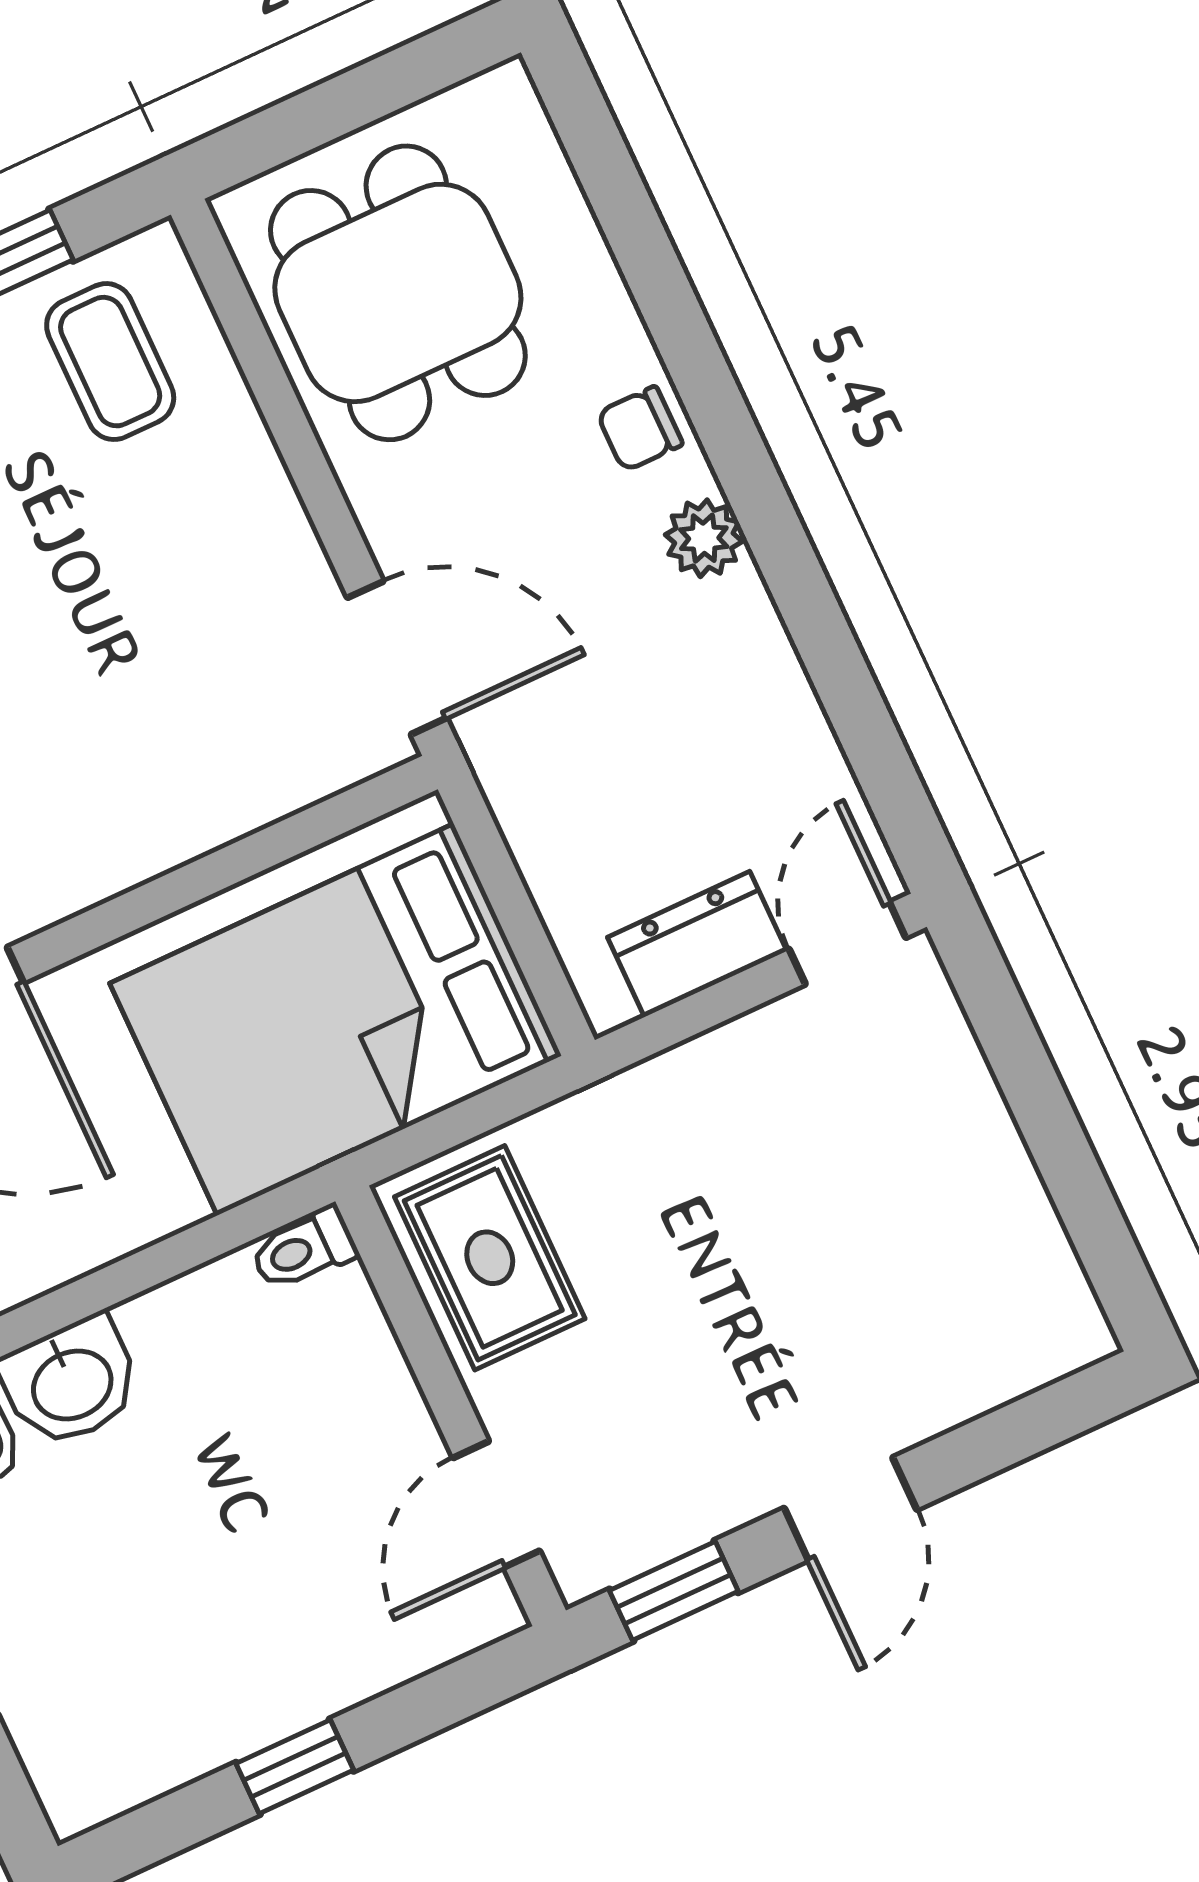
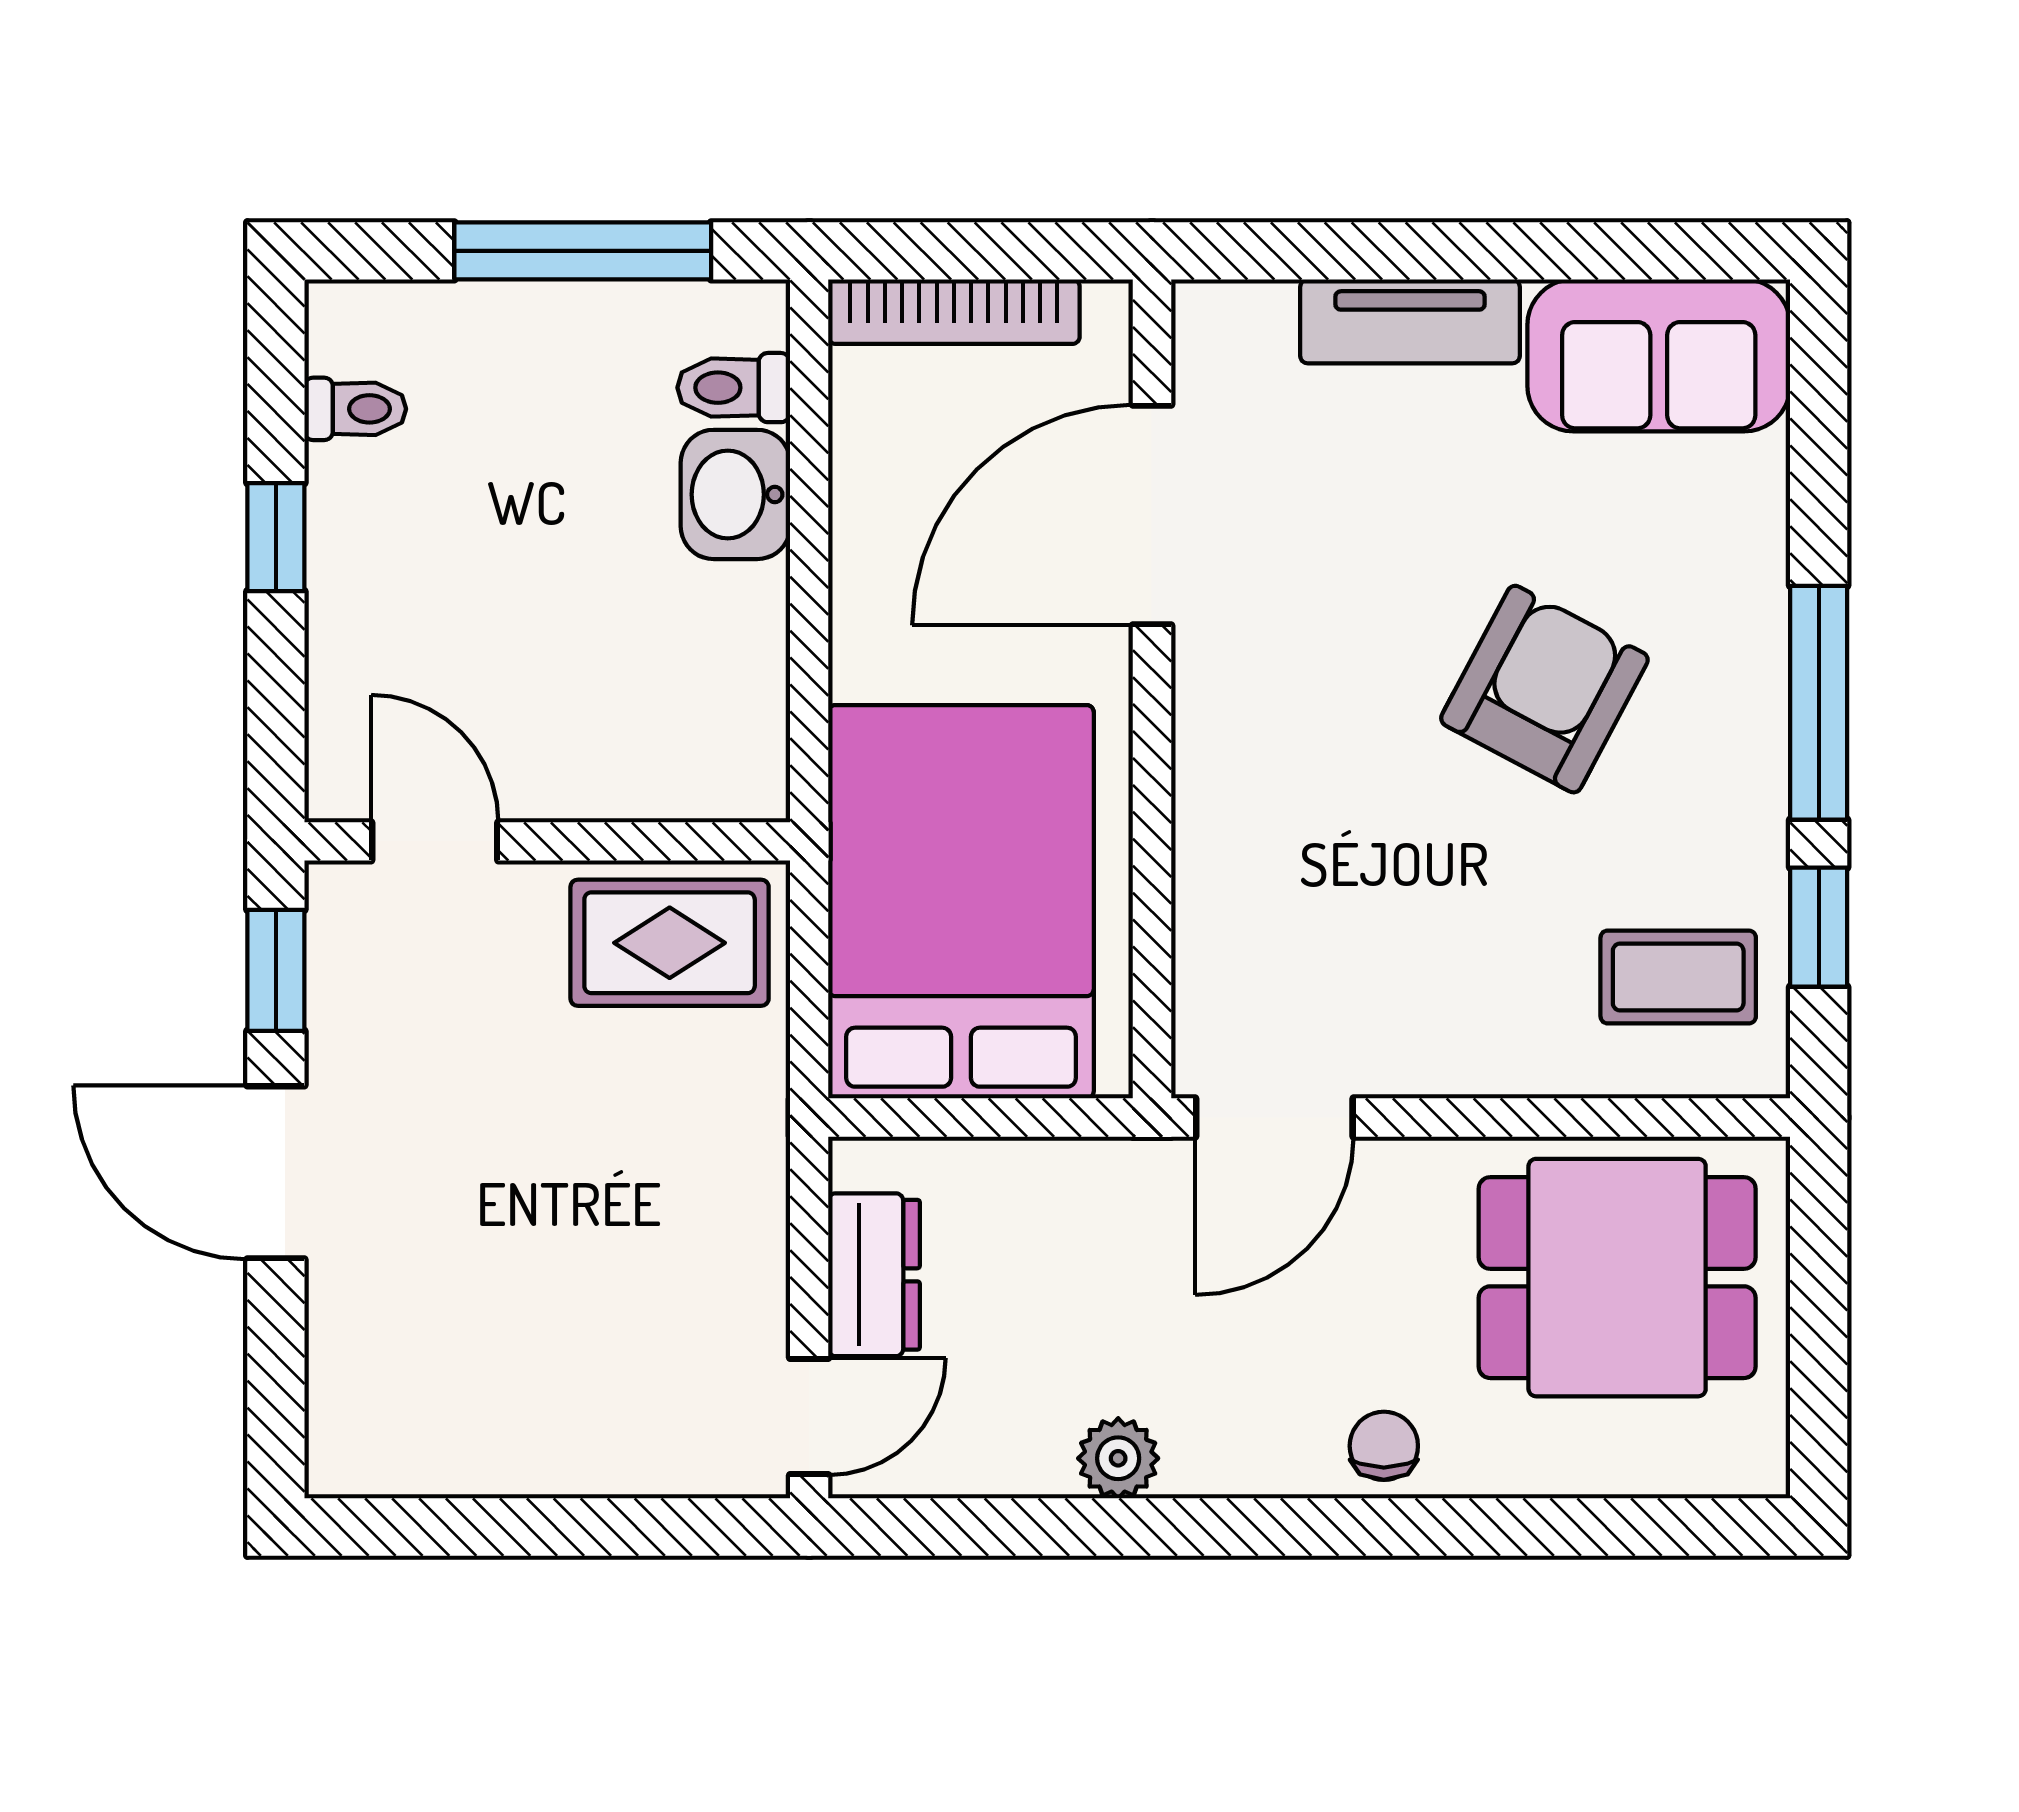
plant: (704, 538) -> (1118, 1458), moved
door: (847, 943) -> (809, 1417), hinge flipped
toilet: (304, 1249) -> (355, 409), moved, turned 90
door: (850, 1509) -> (276, 1172), width x1.38

